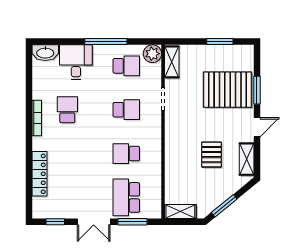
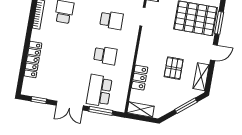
school desk: (126, 154) -> (105, 55), turned 180
locker: (172, 173) -> (140, 78), added
window: (224, 206) -> (186, 106), moved

